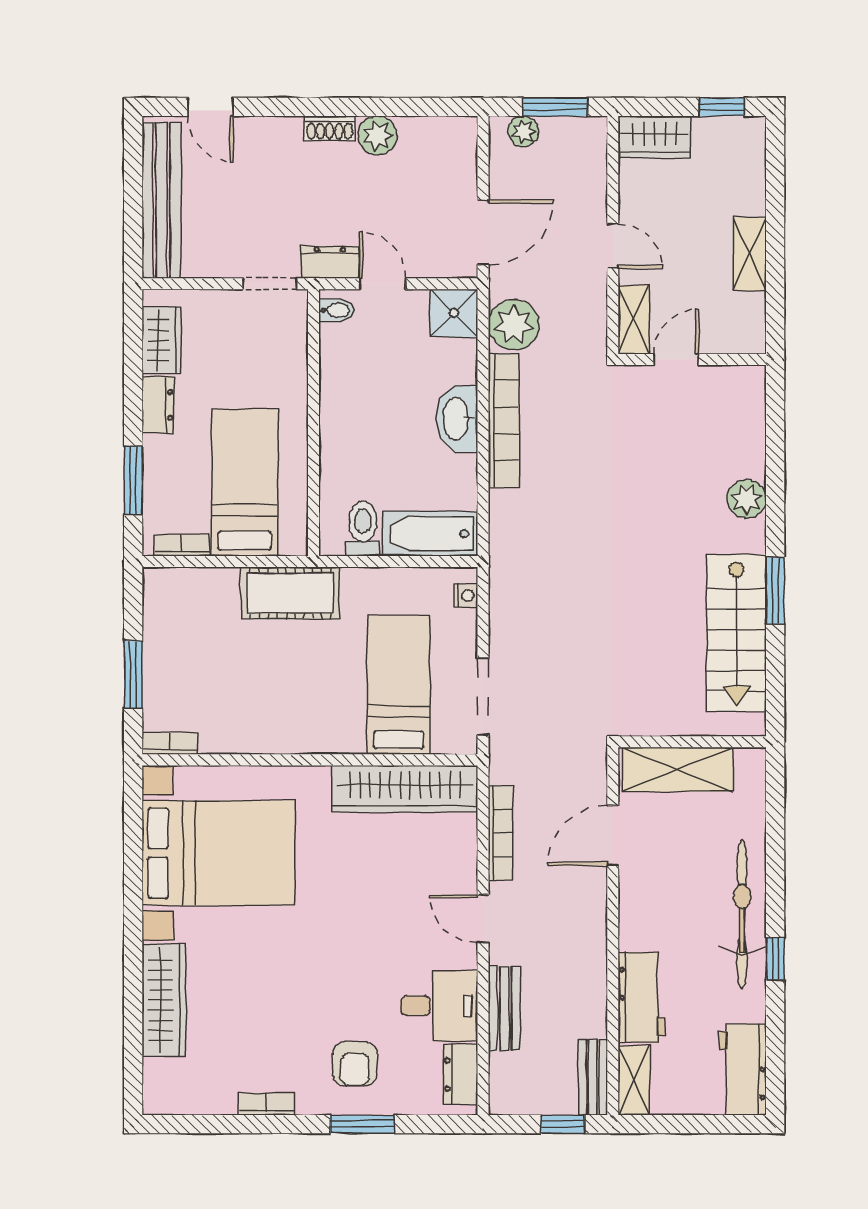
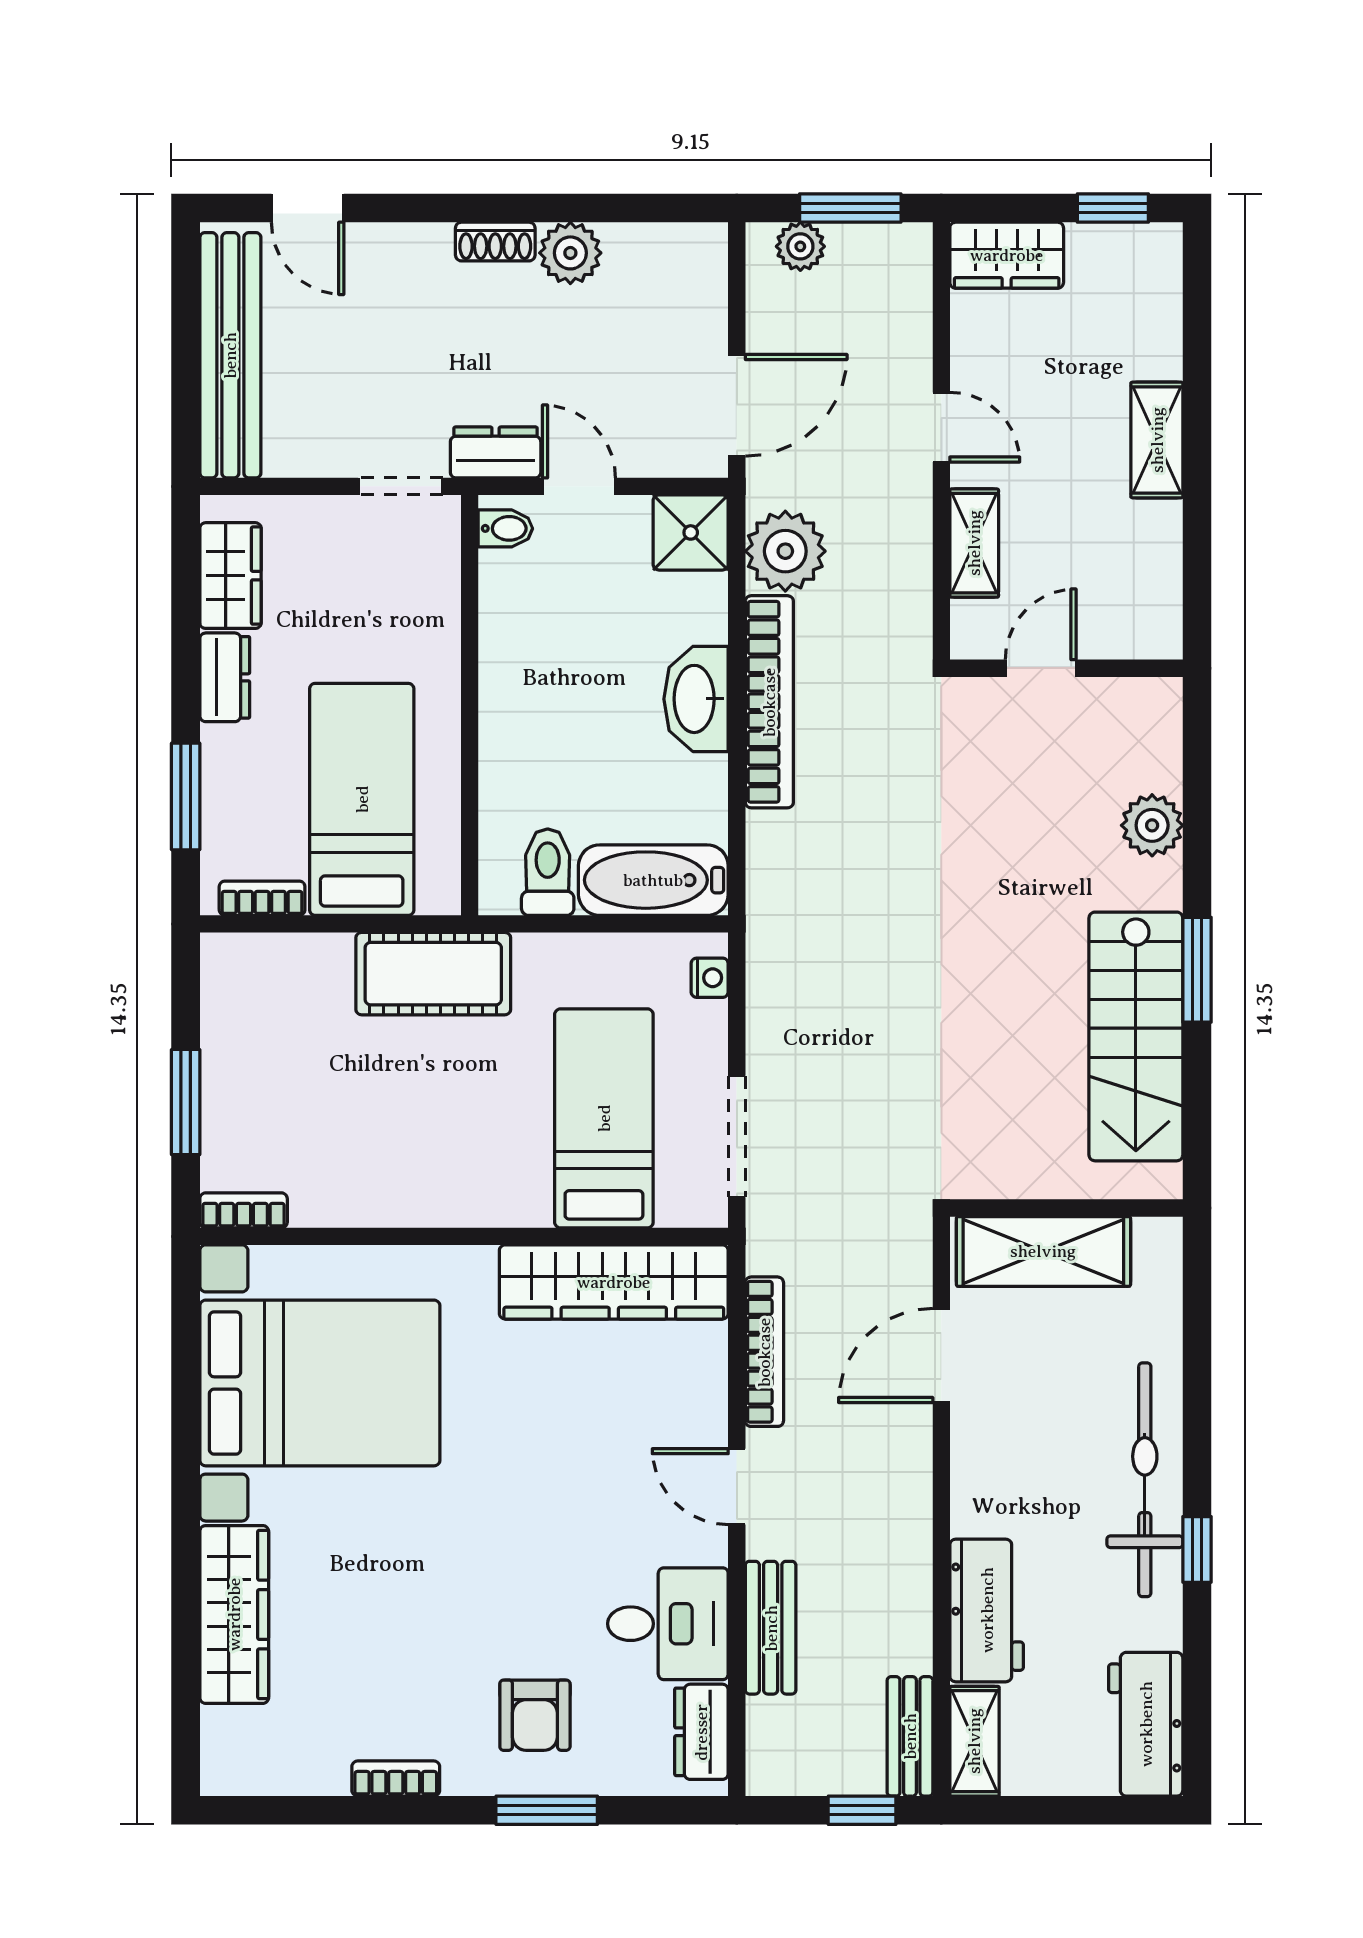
door: (676, 359) -> (1041, 668), moved
wall: (692, 359) -> (1066, 668), moved

